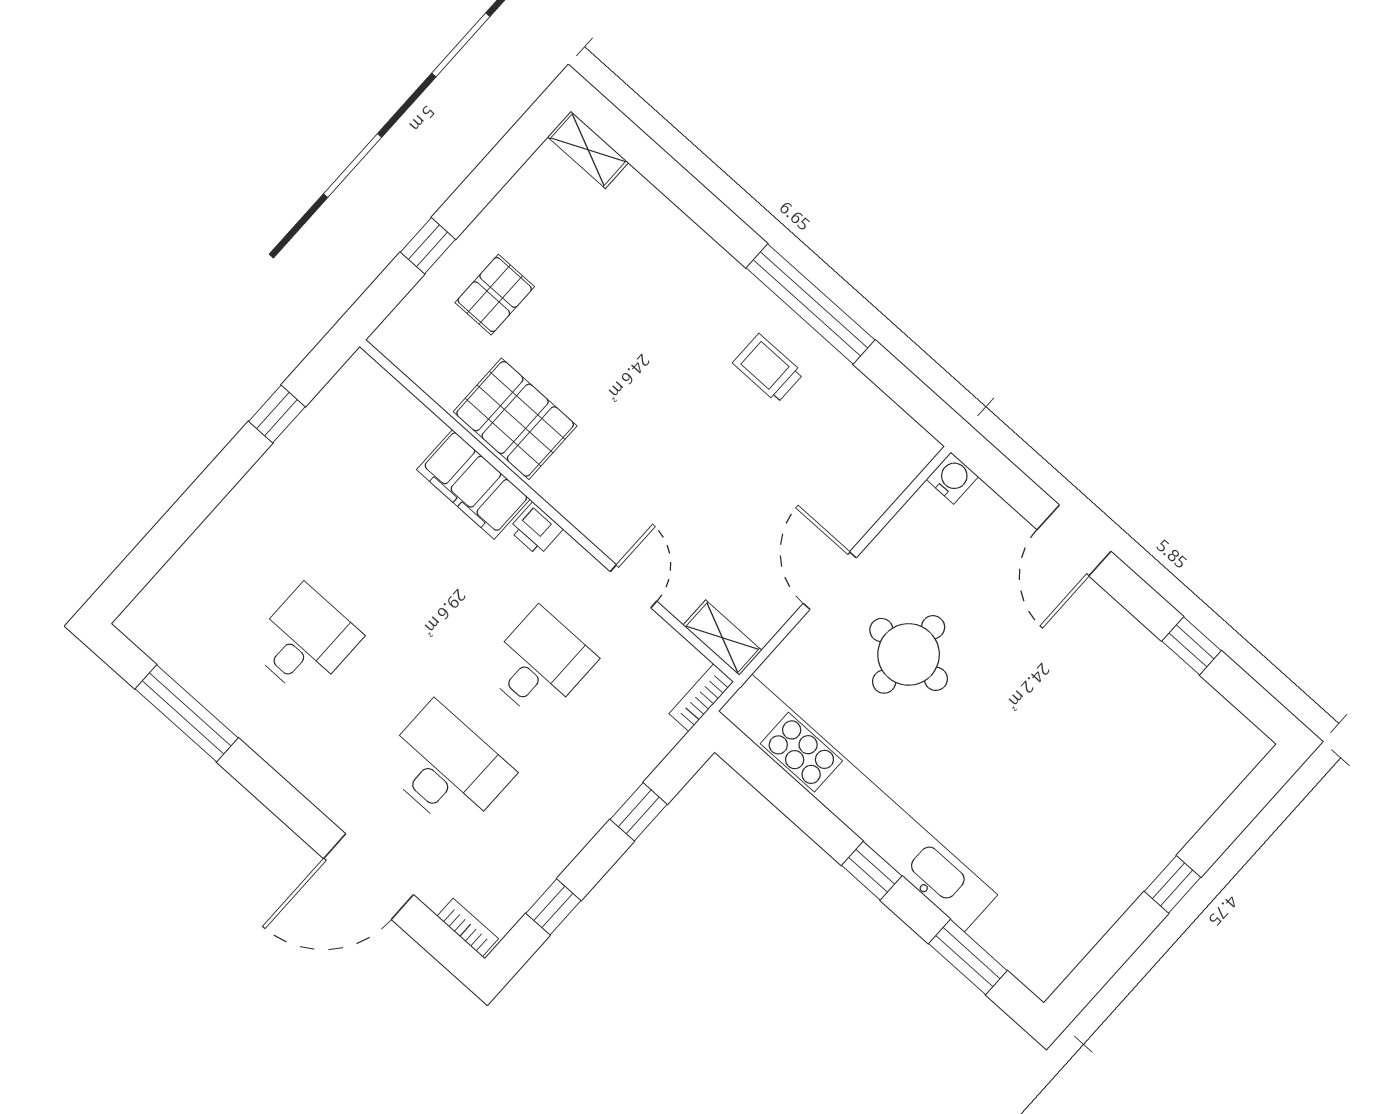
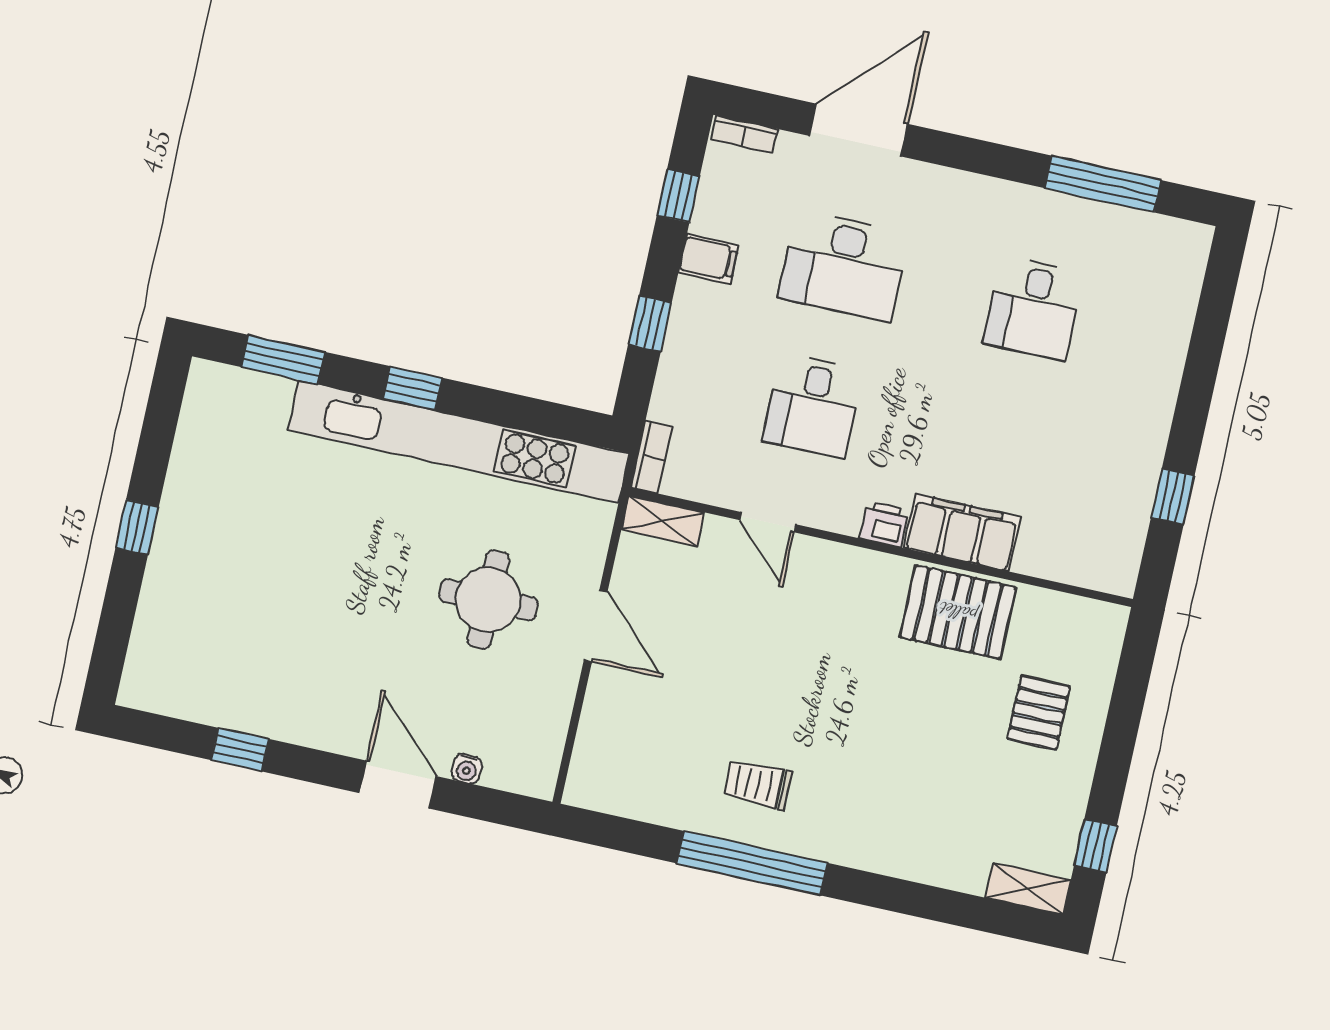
window: (428, 246) -> (1095, 846), moved
trolley: (768, 368) -> (757, 784), turned 180
water cooler: (952, 478) -> (467, 769), moved, width x0.72, depth x0.72
filing cabinet: (558, 839) -> (709, 259), added

